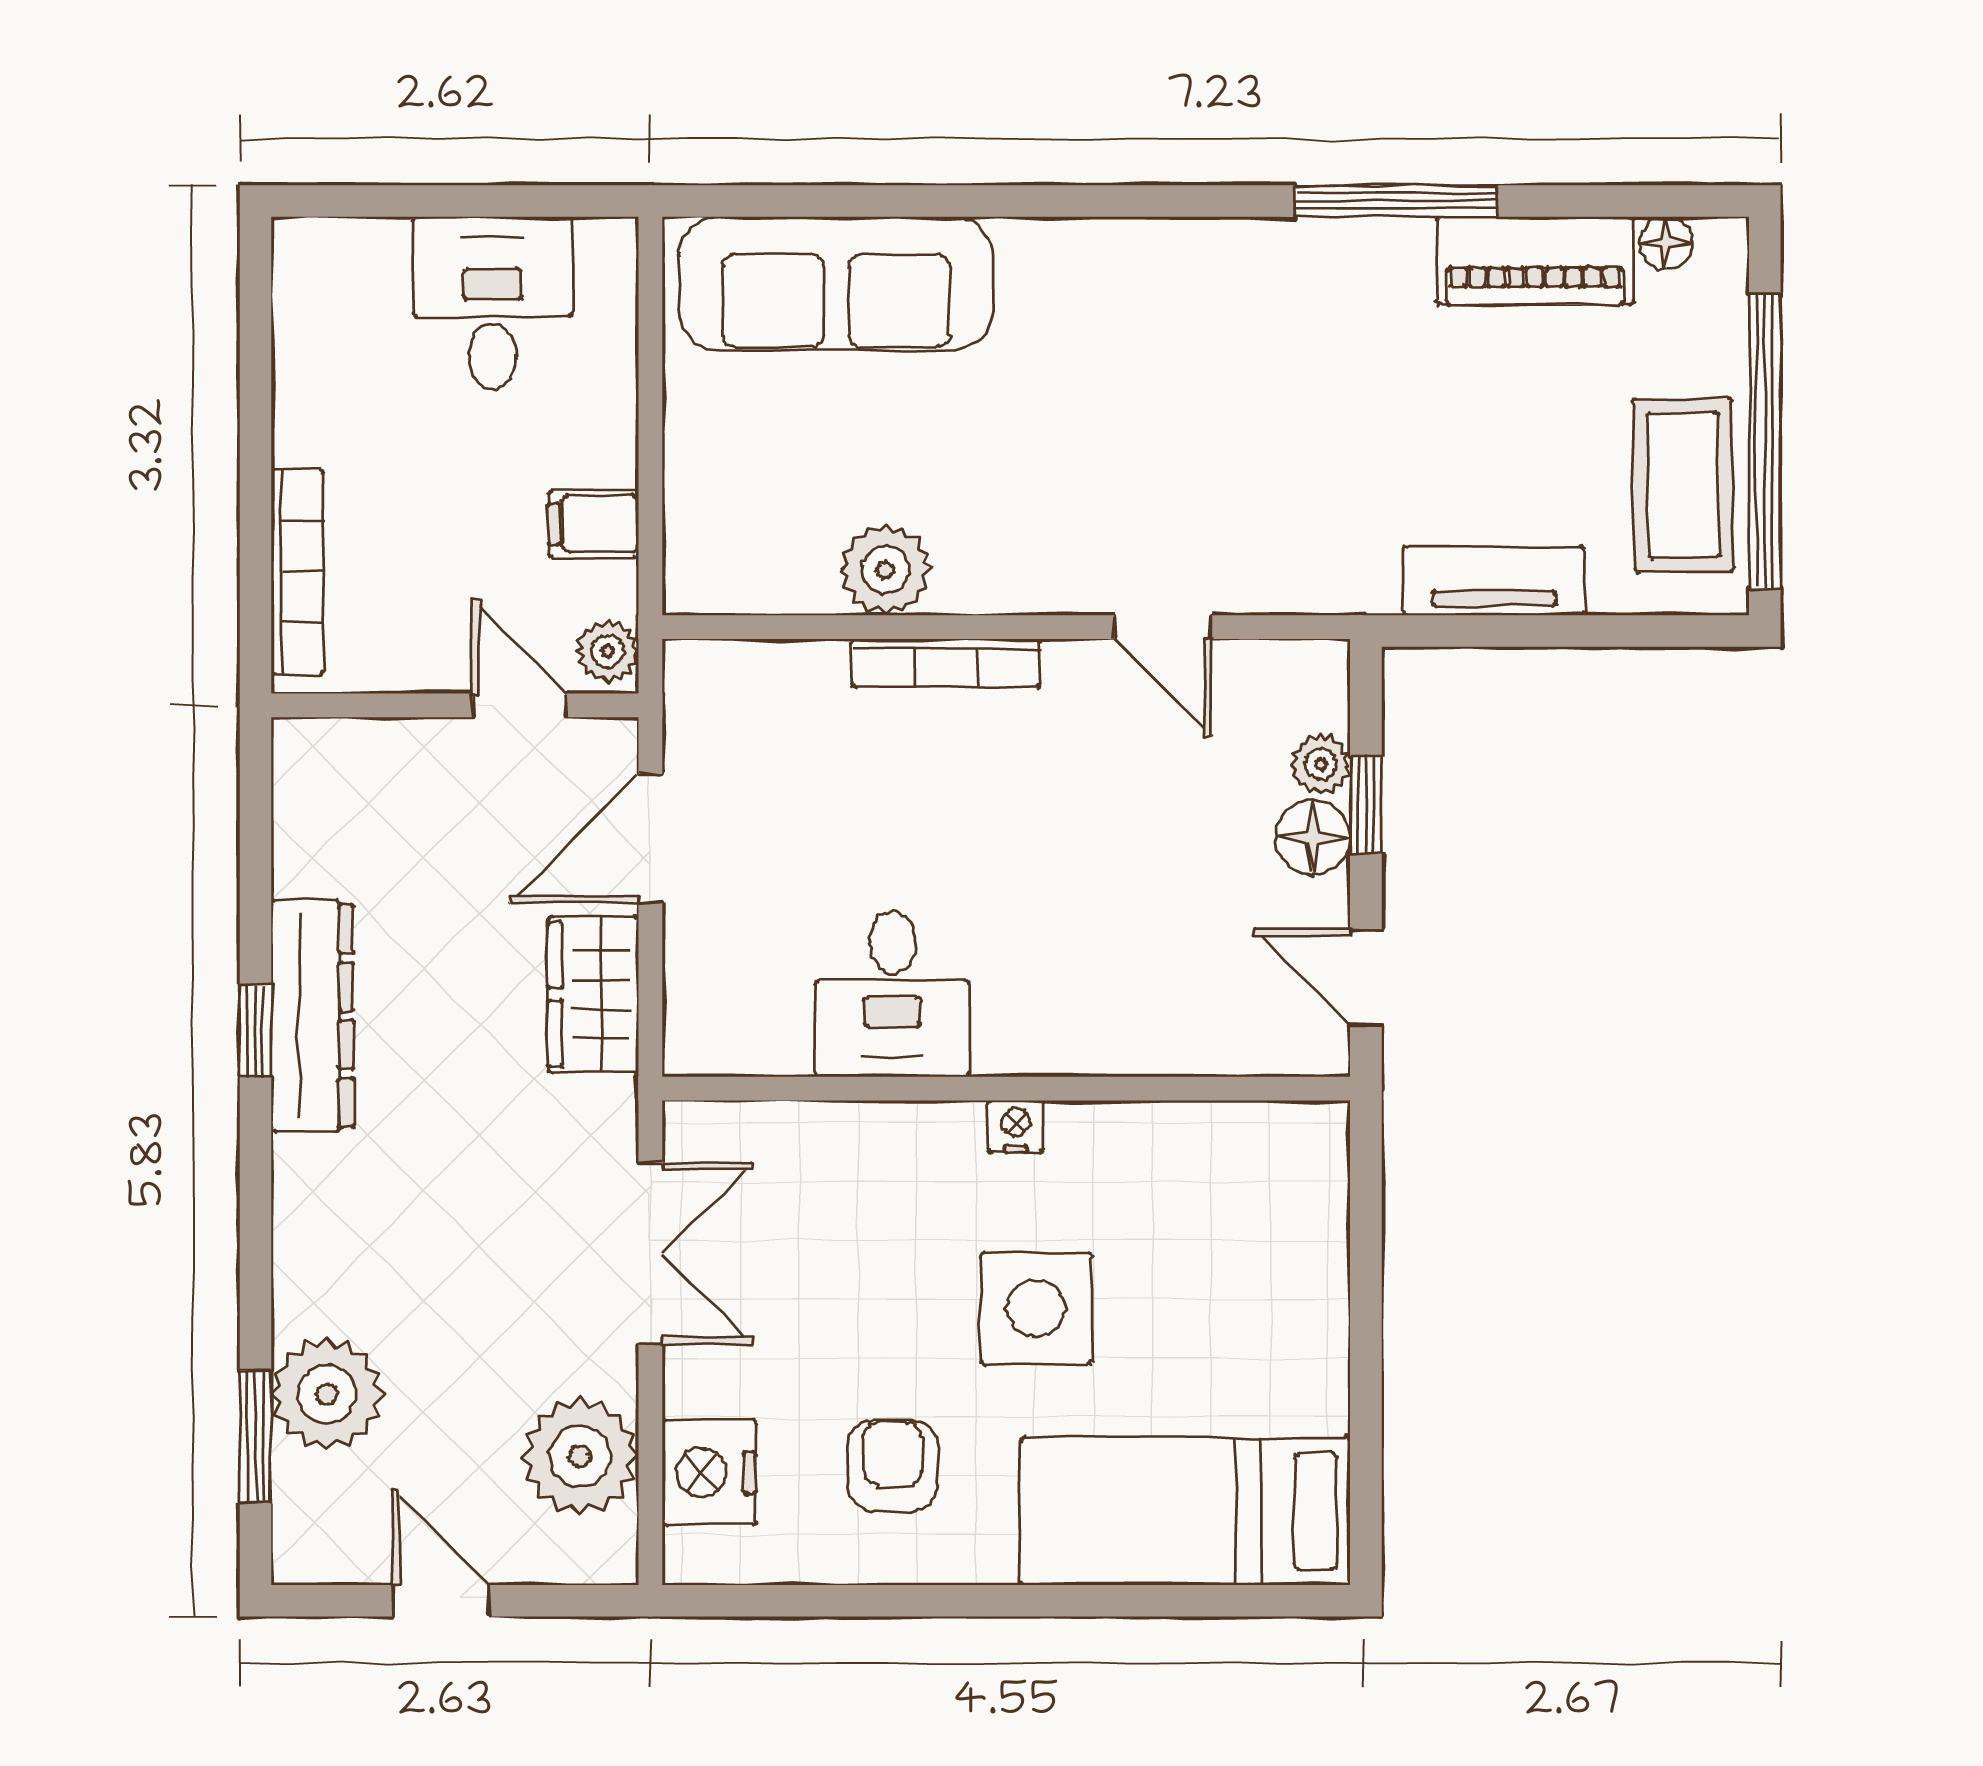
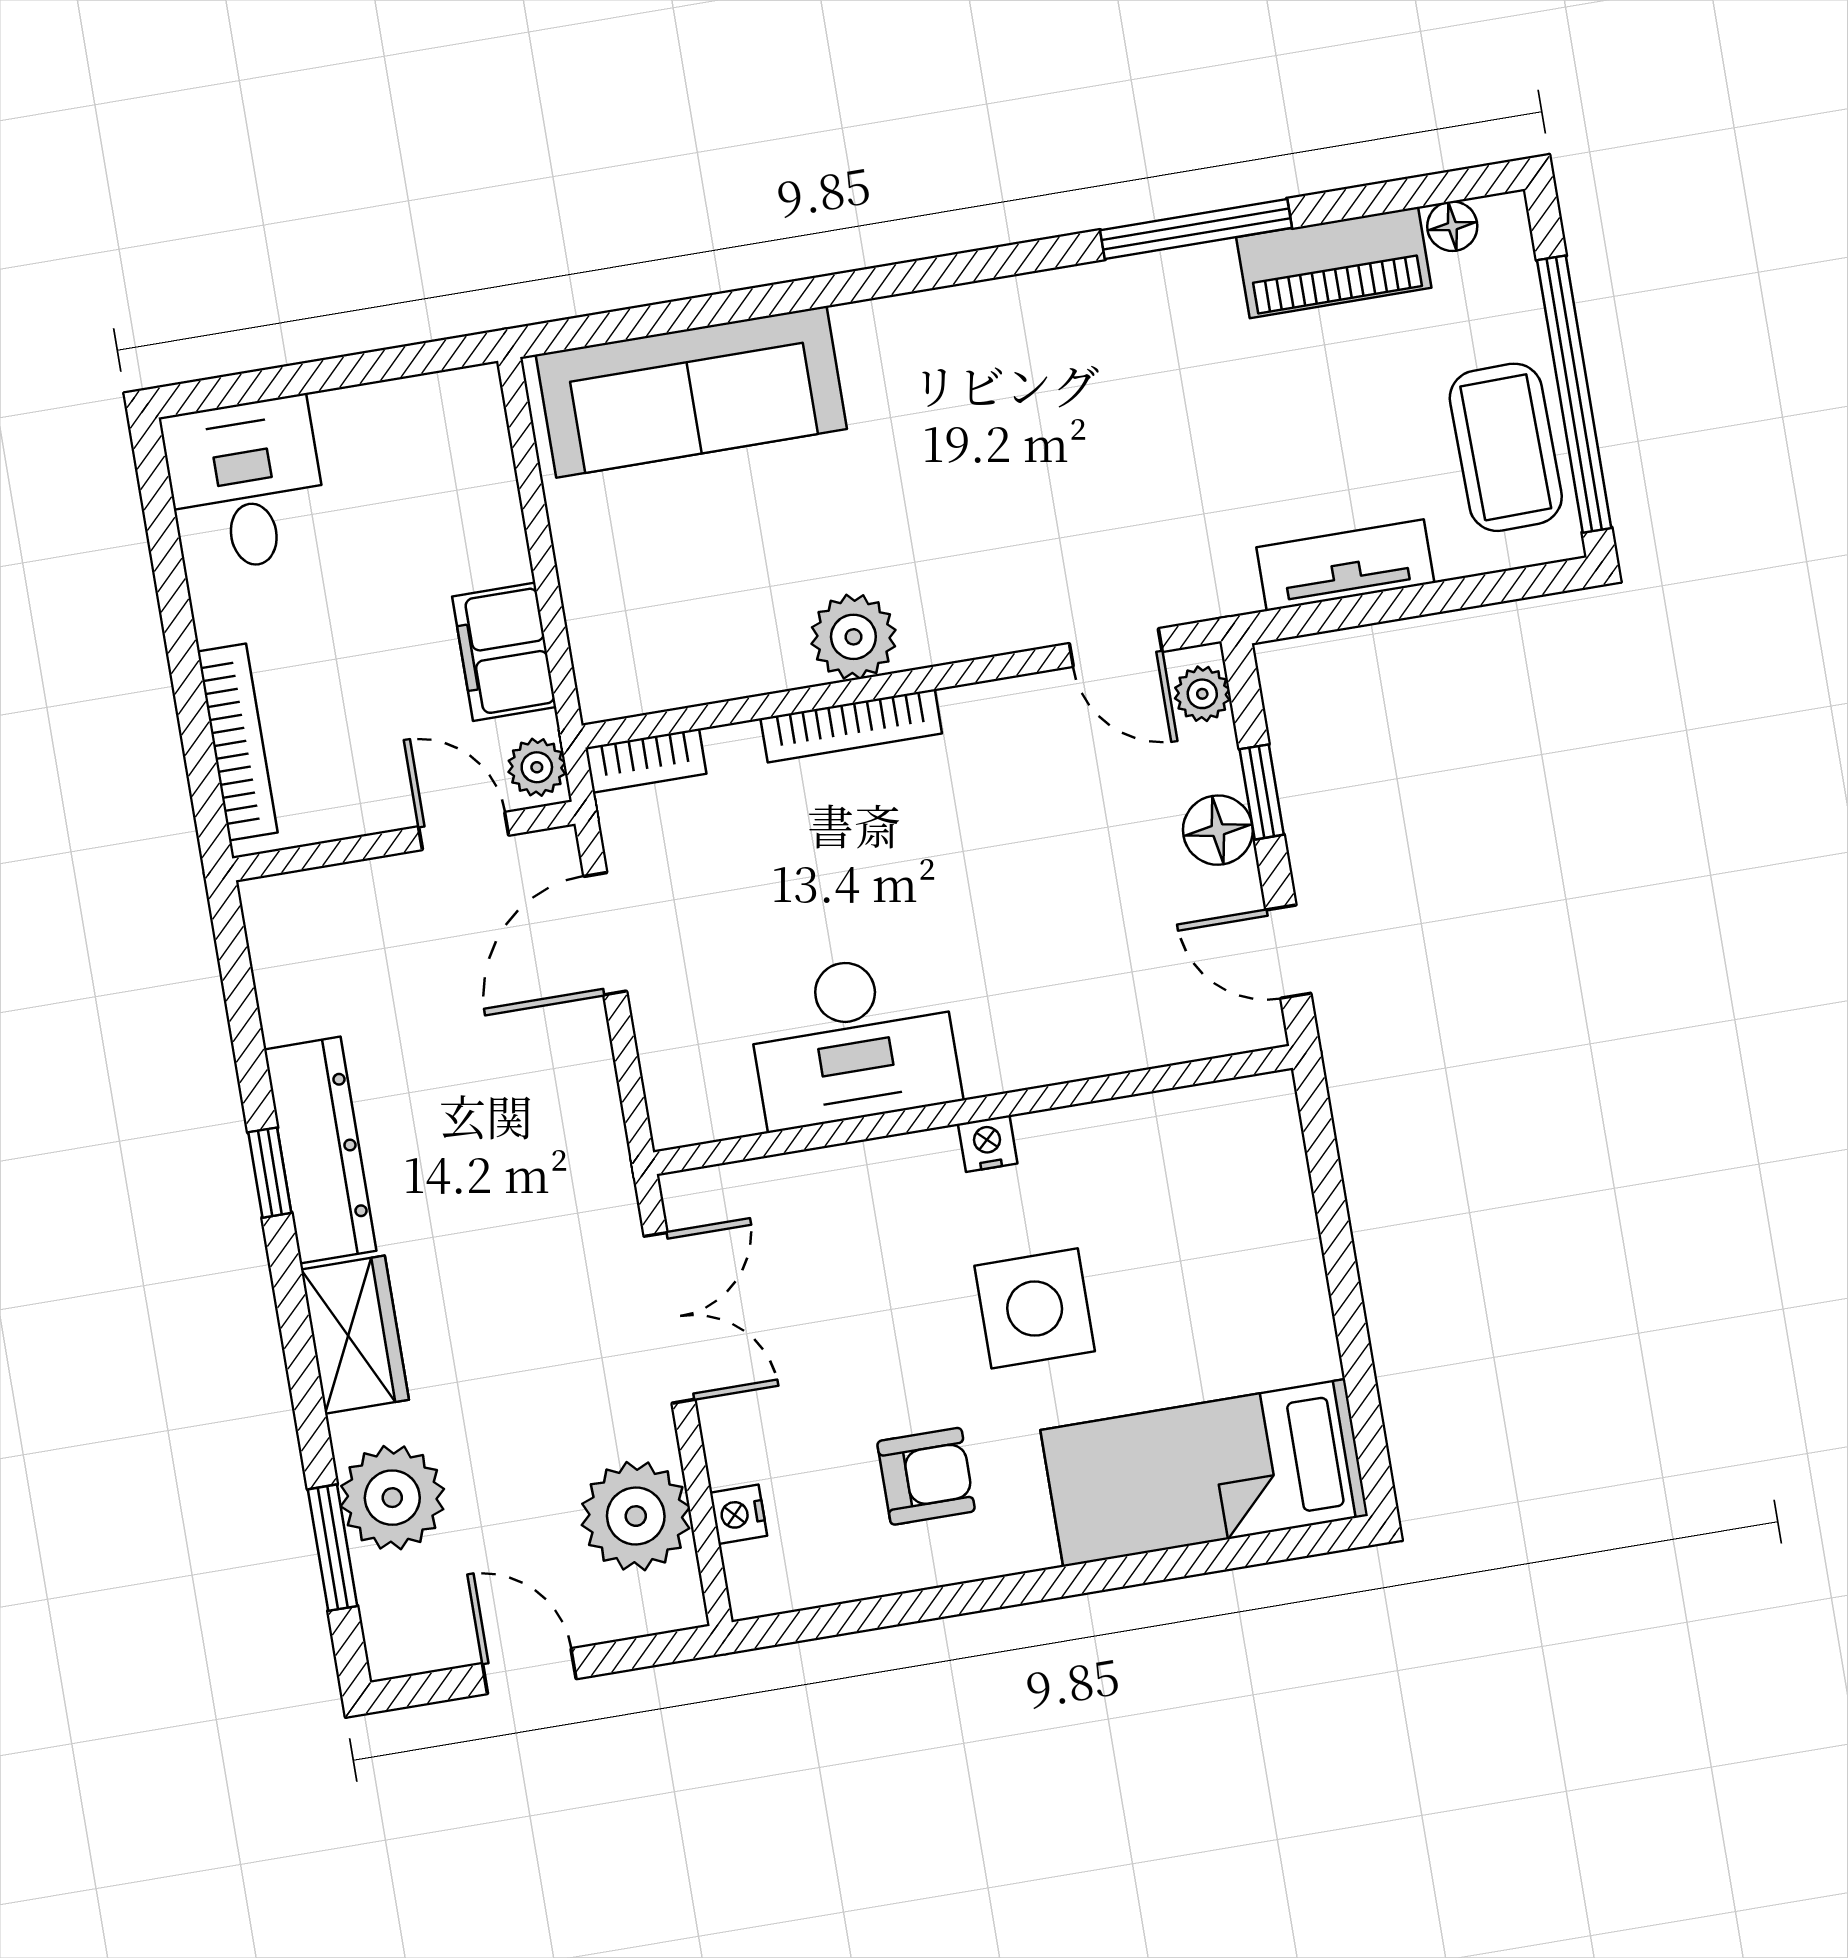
desk: (493, 303) -> (245, 485), moved
filing cabinet: (594, 524) -> (504, 652), width x2.00
plant: (885, 570) -> (853, 637), moved
door: (1163, 627) -> (1116, 648), moved
bookcase: (724, 663) -> (646, 761), added
plant: (1321, 764) -> (1202, 694), moved
desk: (892, 994) -> (853, 1040), width x1.37
wardrobe: (593, 995) -> (355, 1335), moved, turned 180
armchair: (892, 1466) -> (926, 1476), turned 90
nightstand: (709, 1473) -> (738, 1514), width x0.53, depth x0.56

